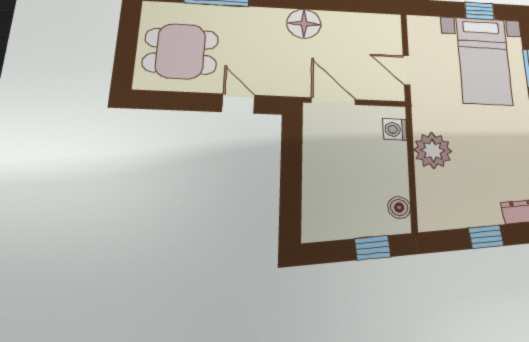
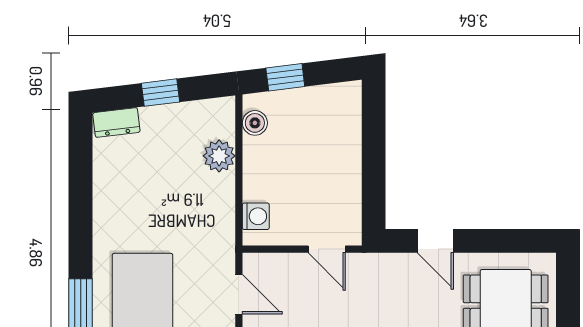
door: (333, 101) -> (327, 249), width x0.73
plant: (433, 150) -> (219, 156), moved, width x0.73, depth x0.73

